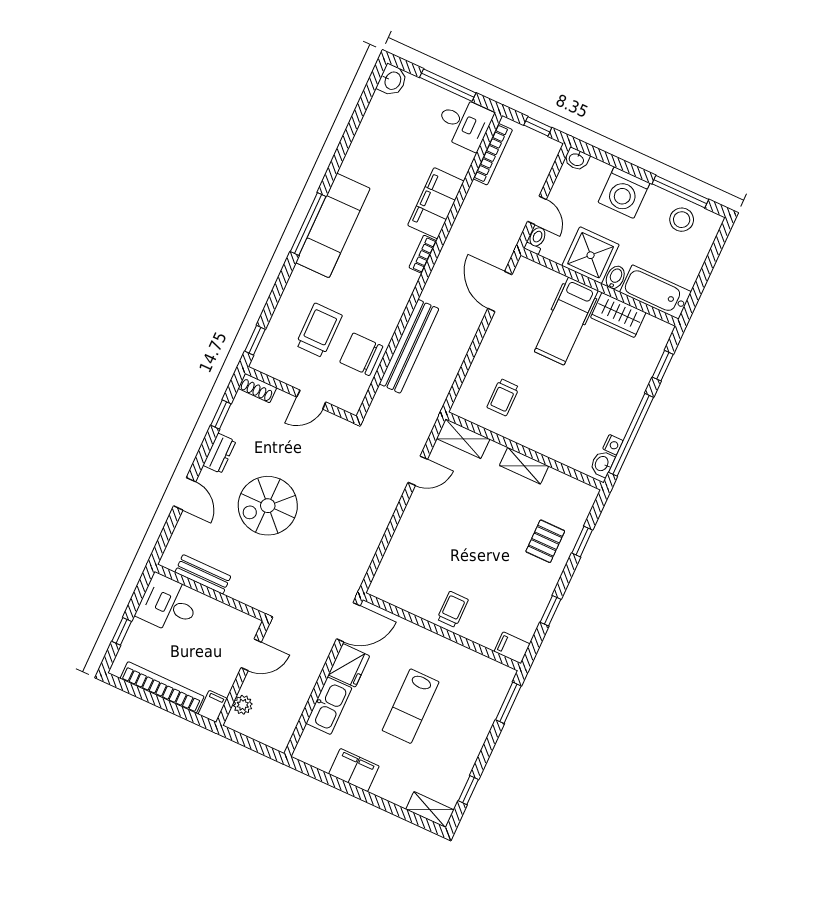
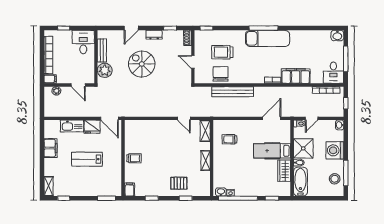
trolley: (319, 330) -> (222, 52), turned 180
plant: (246, 587) -> (105, 70), added

